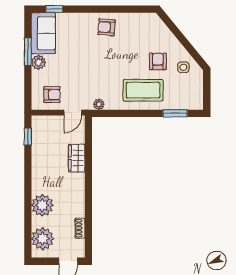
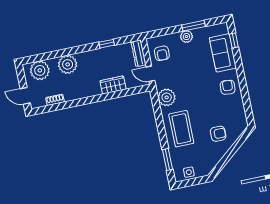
sofa: (43, 33) -> (223, 53), moved, turned 90
armchair: (158, 61) -> (218, 134), moved
side table: (183, 67) -> (189, 172), moved
plant: (99, 104) -> (167, 97), width x1.88, depth x1.88
dresser: (46, 121) -> (139, 53), added
window: (28, 136) -> (107, 44), moved

